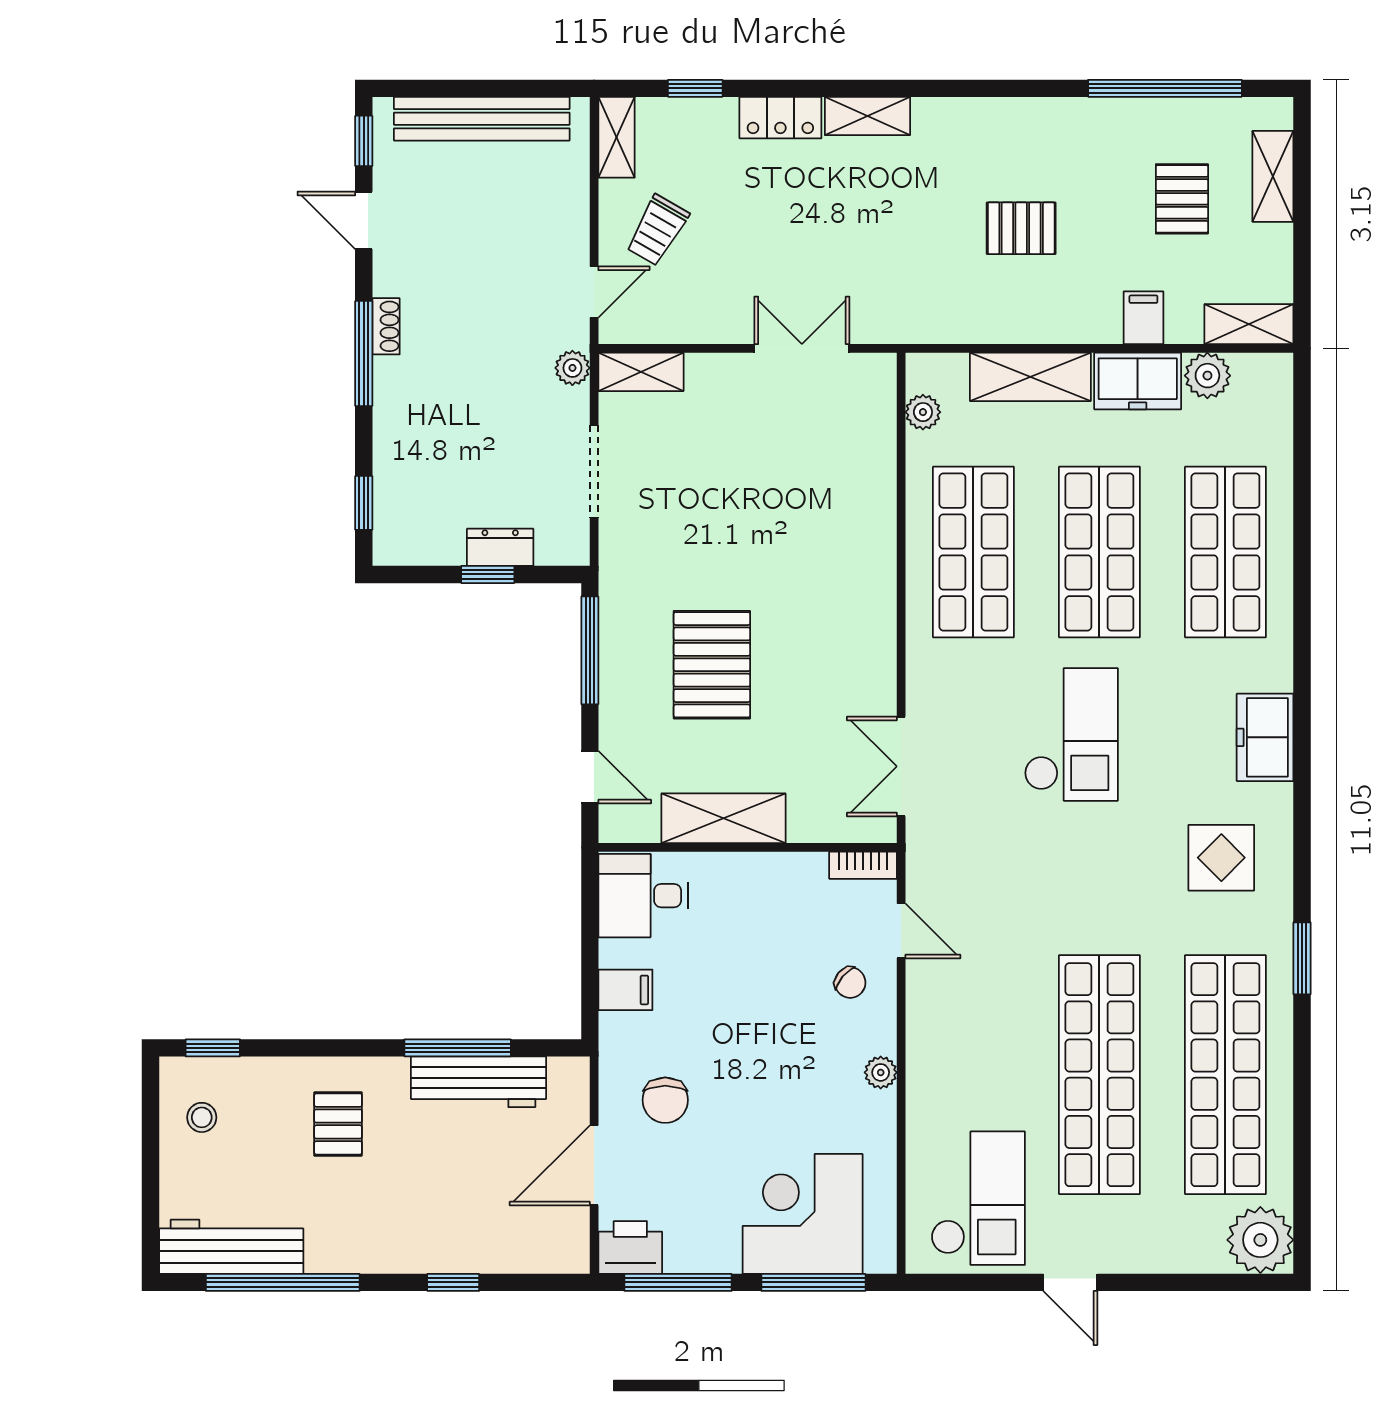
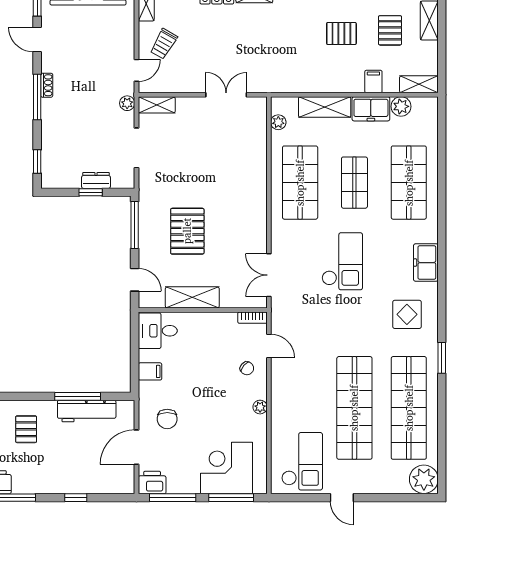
pallet: (1021, 228) -> (341, 33), moved
shop shelf: (1099, 552) -> (354, 183), width x0.70, depth x0.74

